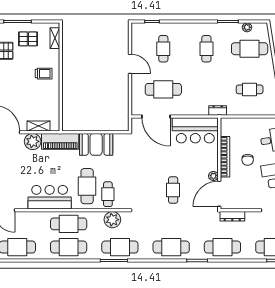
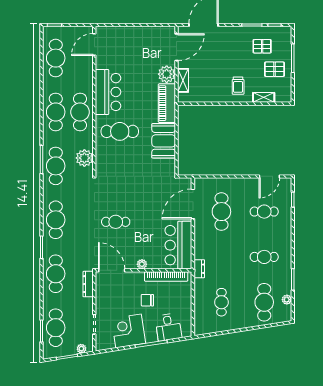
shelving: (55, 38) -> (264, 97), moved
pallet: (28, 39) -> (275, 69), turned 90
door: (130, 64) -> (269, 176), moved
bookcase: (225, 157) -> (166, 276), moved
plant: (213, 176) -> (142, 264), moved
cafe table: (108, 194) -> (111, 153), removed

